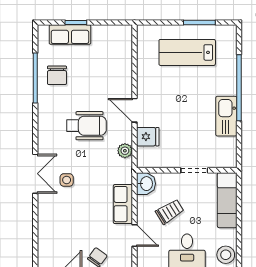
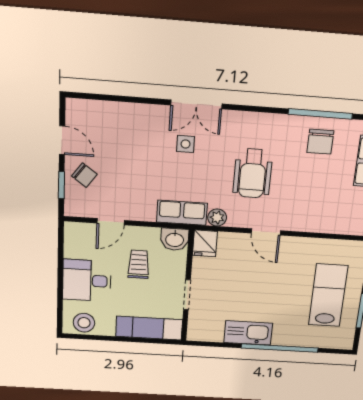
chair: (57, 75) -> (320, 142), turned -90
door: (134, 110) -> (266, 232), swing flipped
fridge: (148, 137) -> (205, 243), moved
row of seats: (123, 204) -> (182, 213), moved
trolley: (170, 212) -> (139, 264), turned -148

